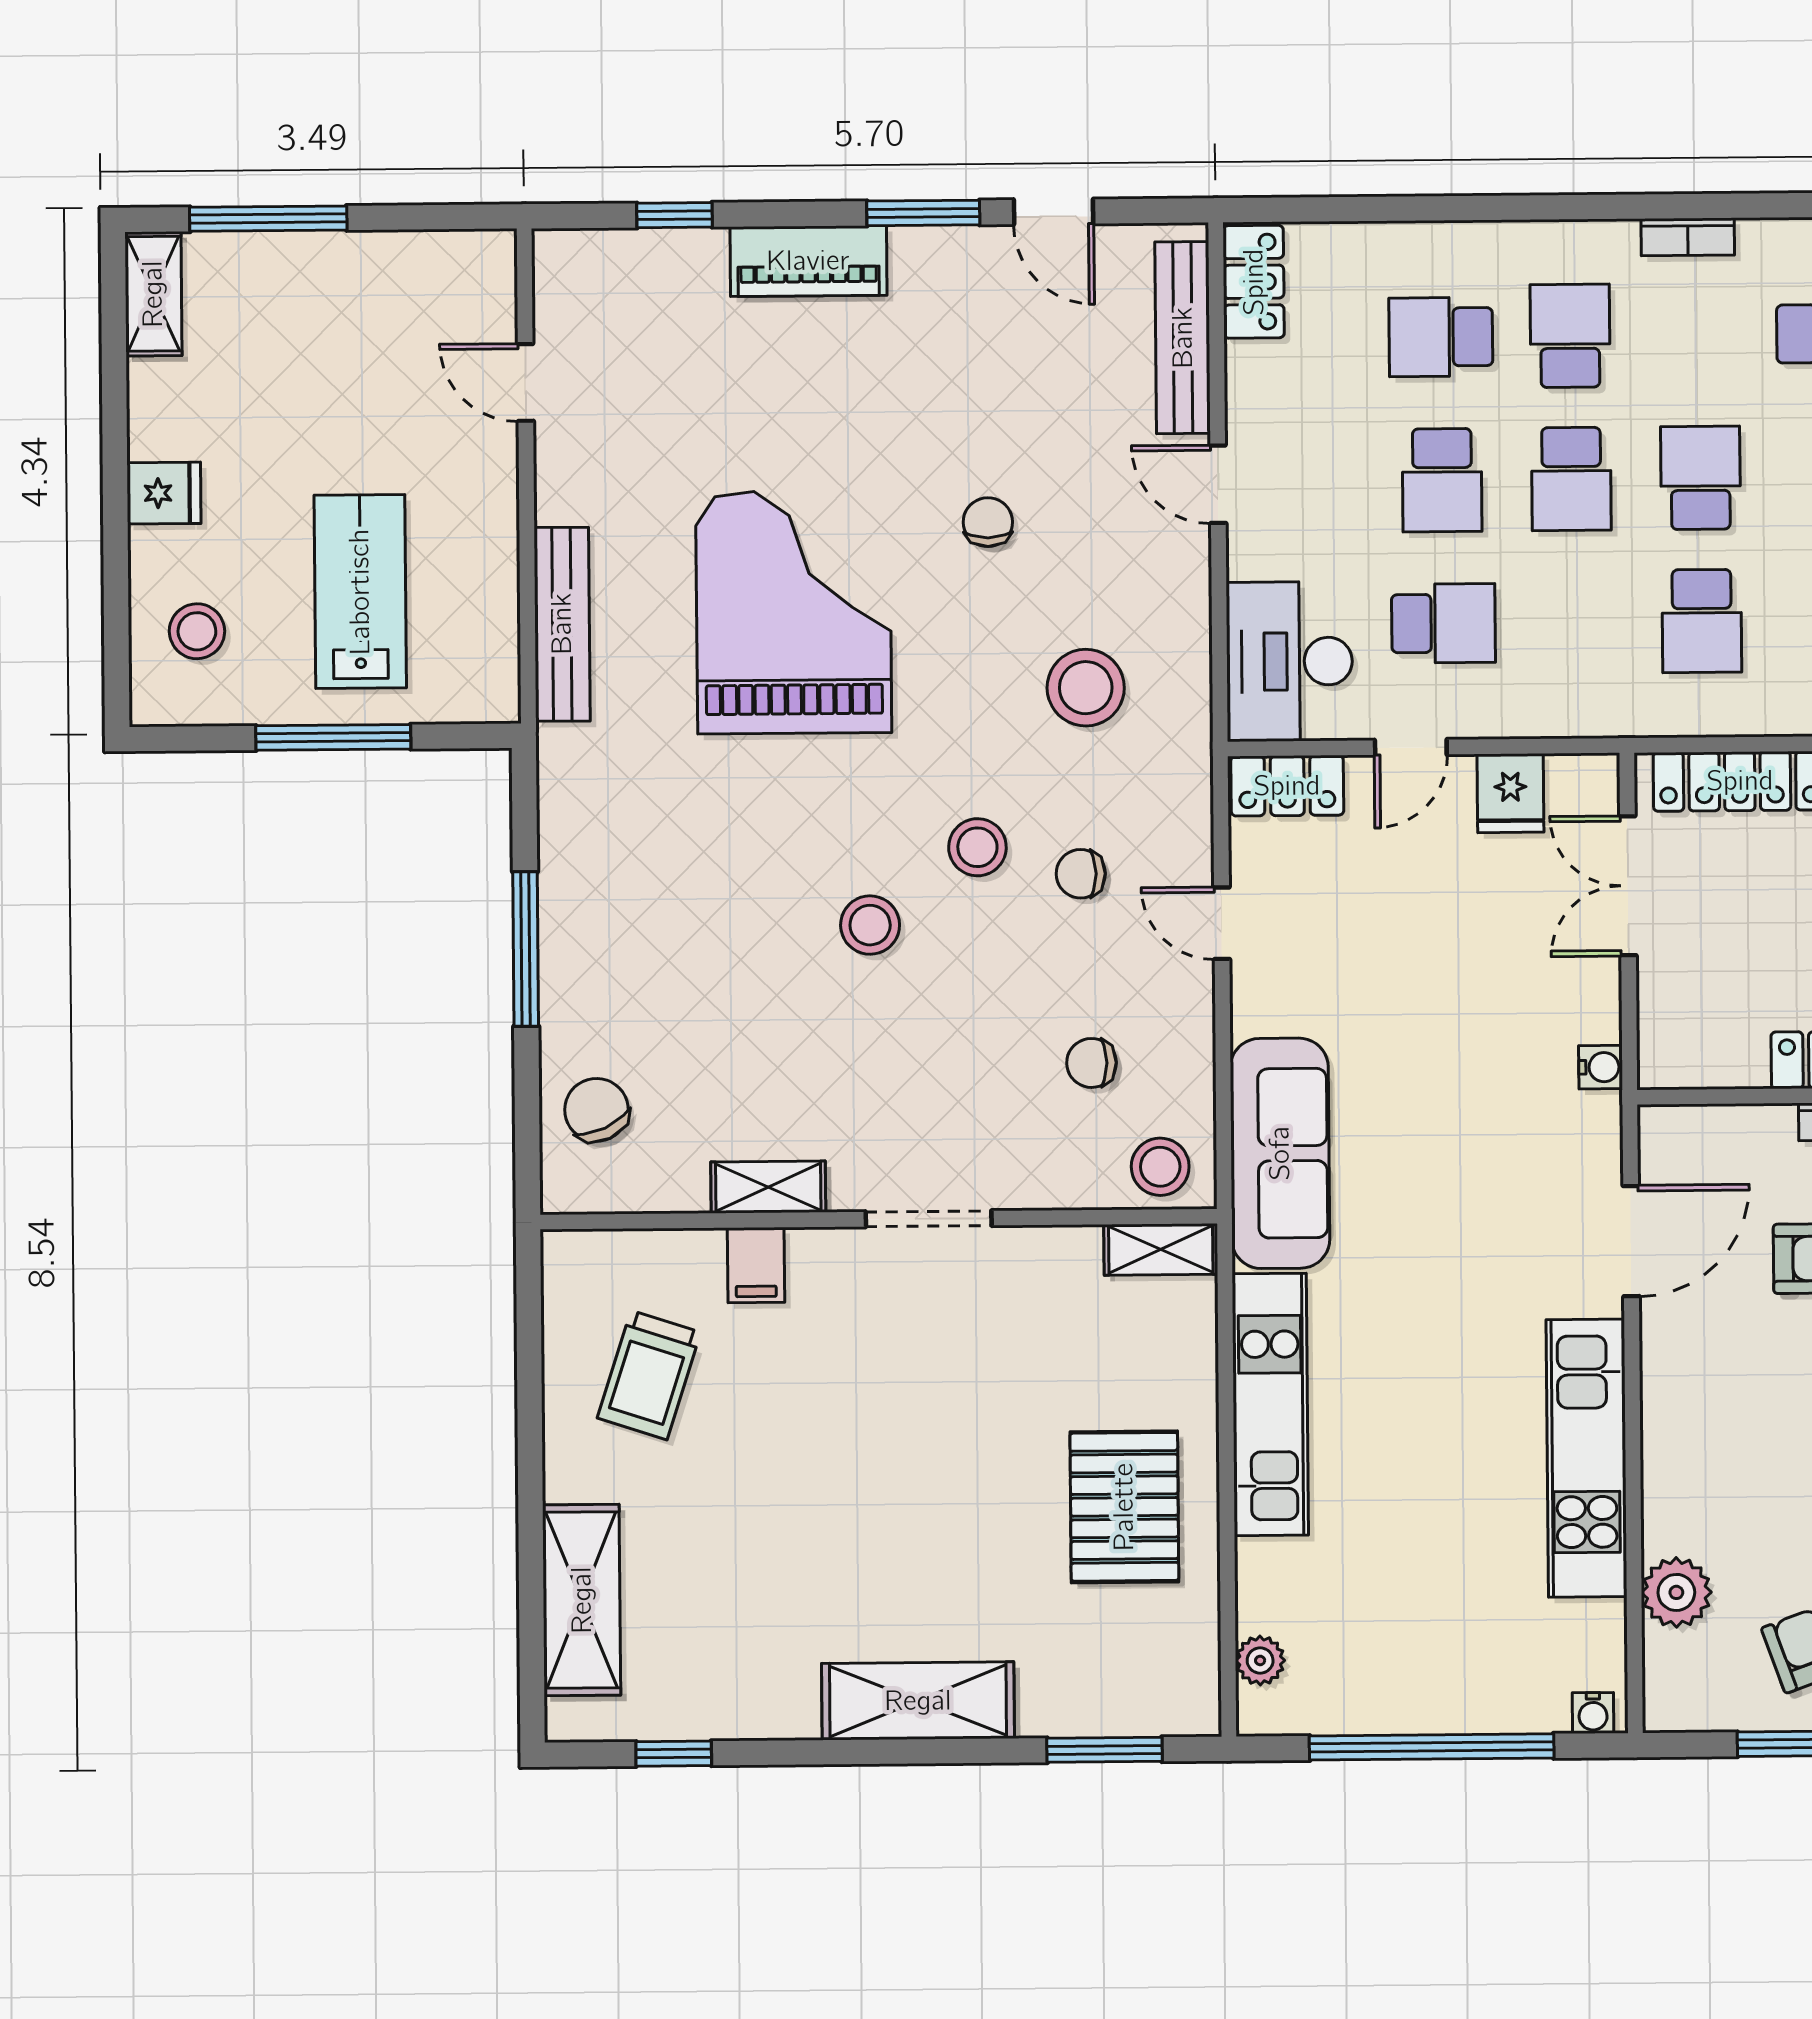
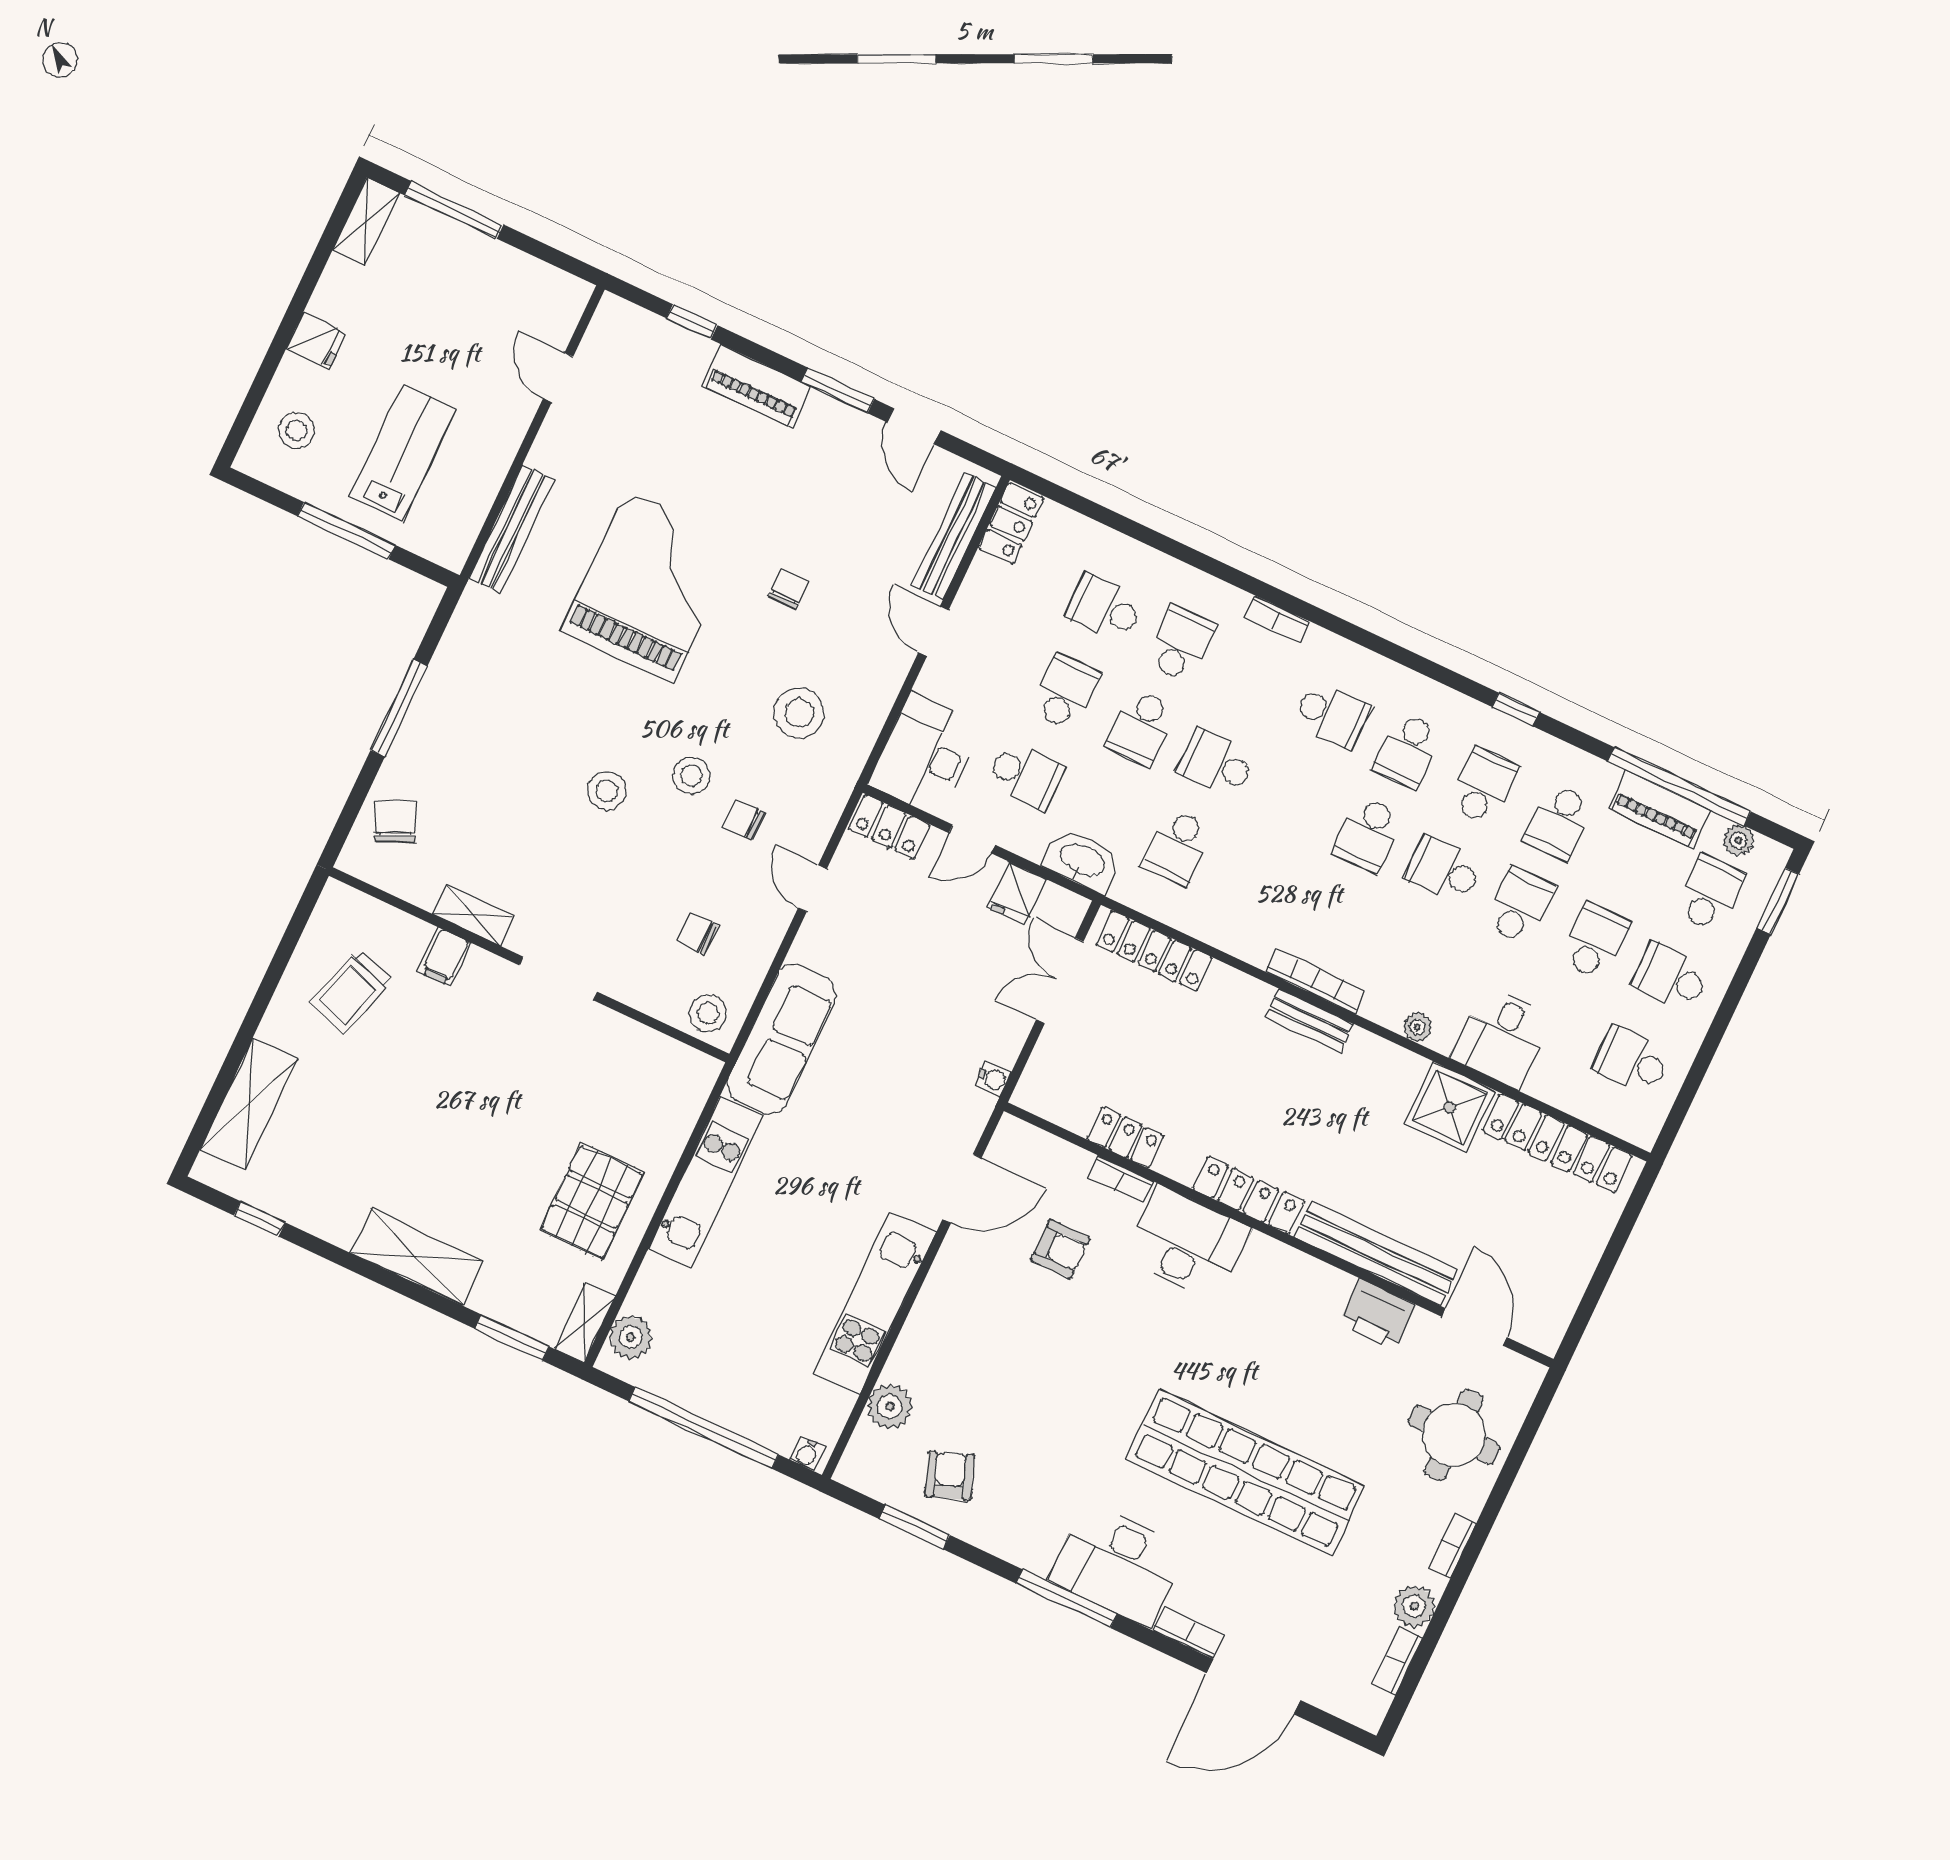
school desk: (1701, 478) -> (1217, 763), turned -90
school desk: (1442, 480) -> (1065, 692), turned 180
washbasin: (1579, 704) -> (1082, 861), added
shelving: (1161, 1249) -> (585, 1323), moved, turned 90
plant: (1260, 1660) -> (631, 1337), width x1.38, depth x1.38

